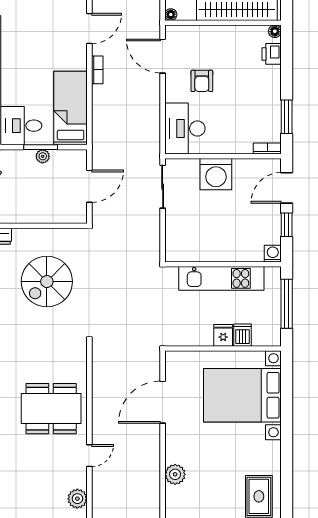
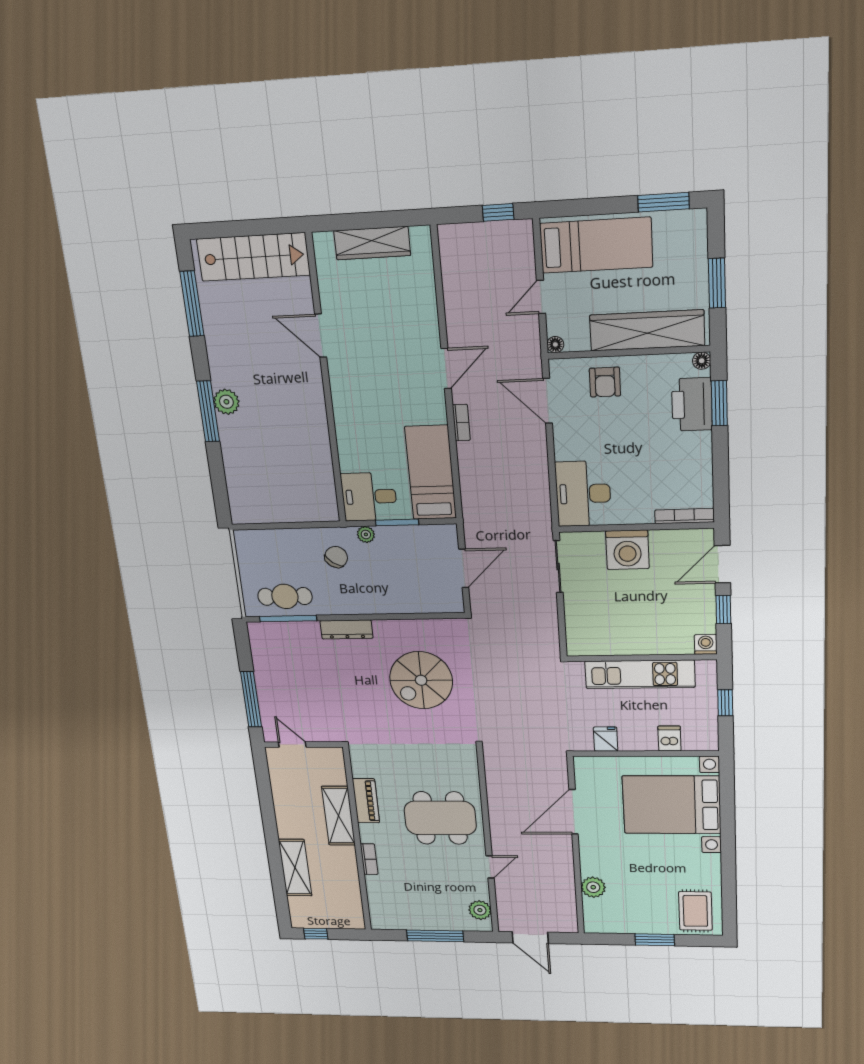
printer: (272, 54) -> (692, 404), width x1.87, depth x1.48
armchair: (202, 81) -> (605, 382), moved
window: (287, 117) -> (719, 403), moved
bookcase: (267, 149) -> (684, 516), width x1.56
plant: (43, 156) -> (366, 534), moved
window: (287, 304) -> (725, 703), width x0.46
fridge: (223, 335) -> (606, 739), moved

